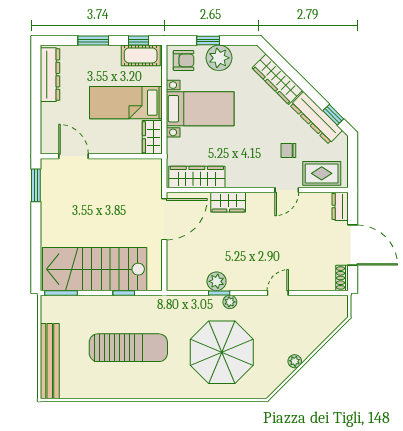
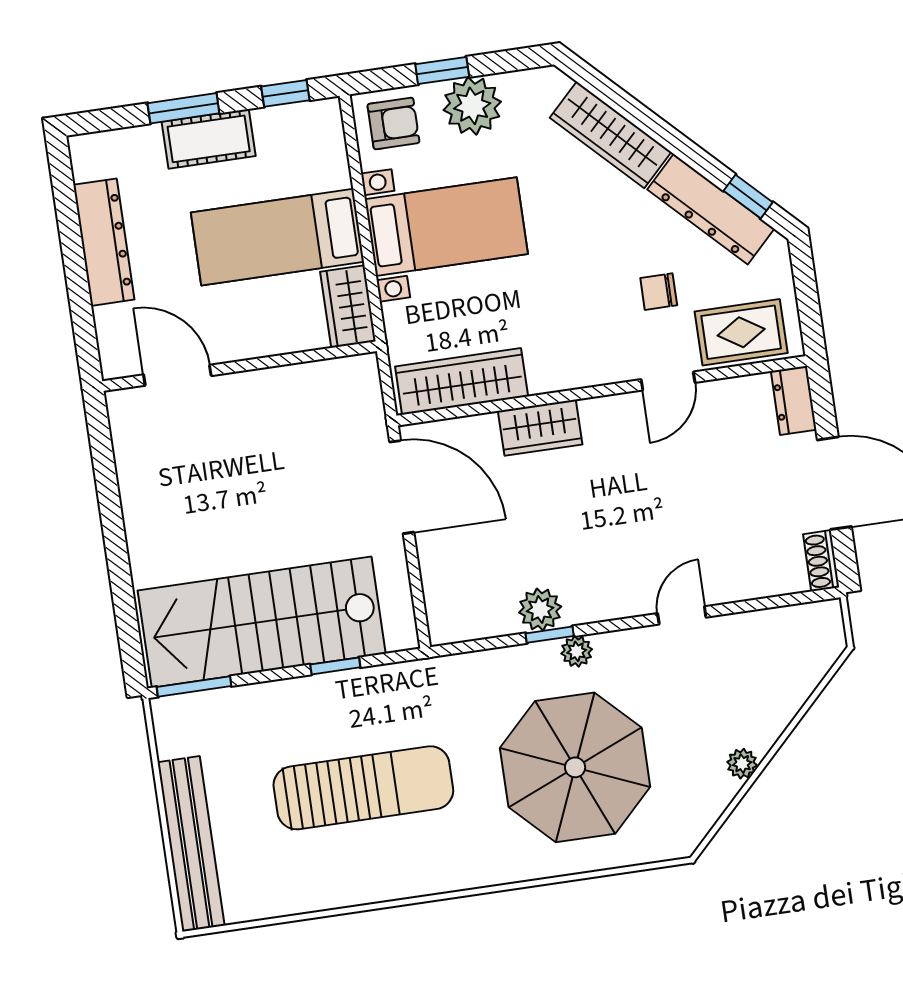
cot: (141, 55) -> (209, 139), moved
dresser: (50, 75) -> (104, 242), moved
window: (36, 185) -> (102, 453), removed
door: (164, 219) -> (402, 487), hinge flipped

